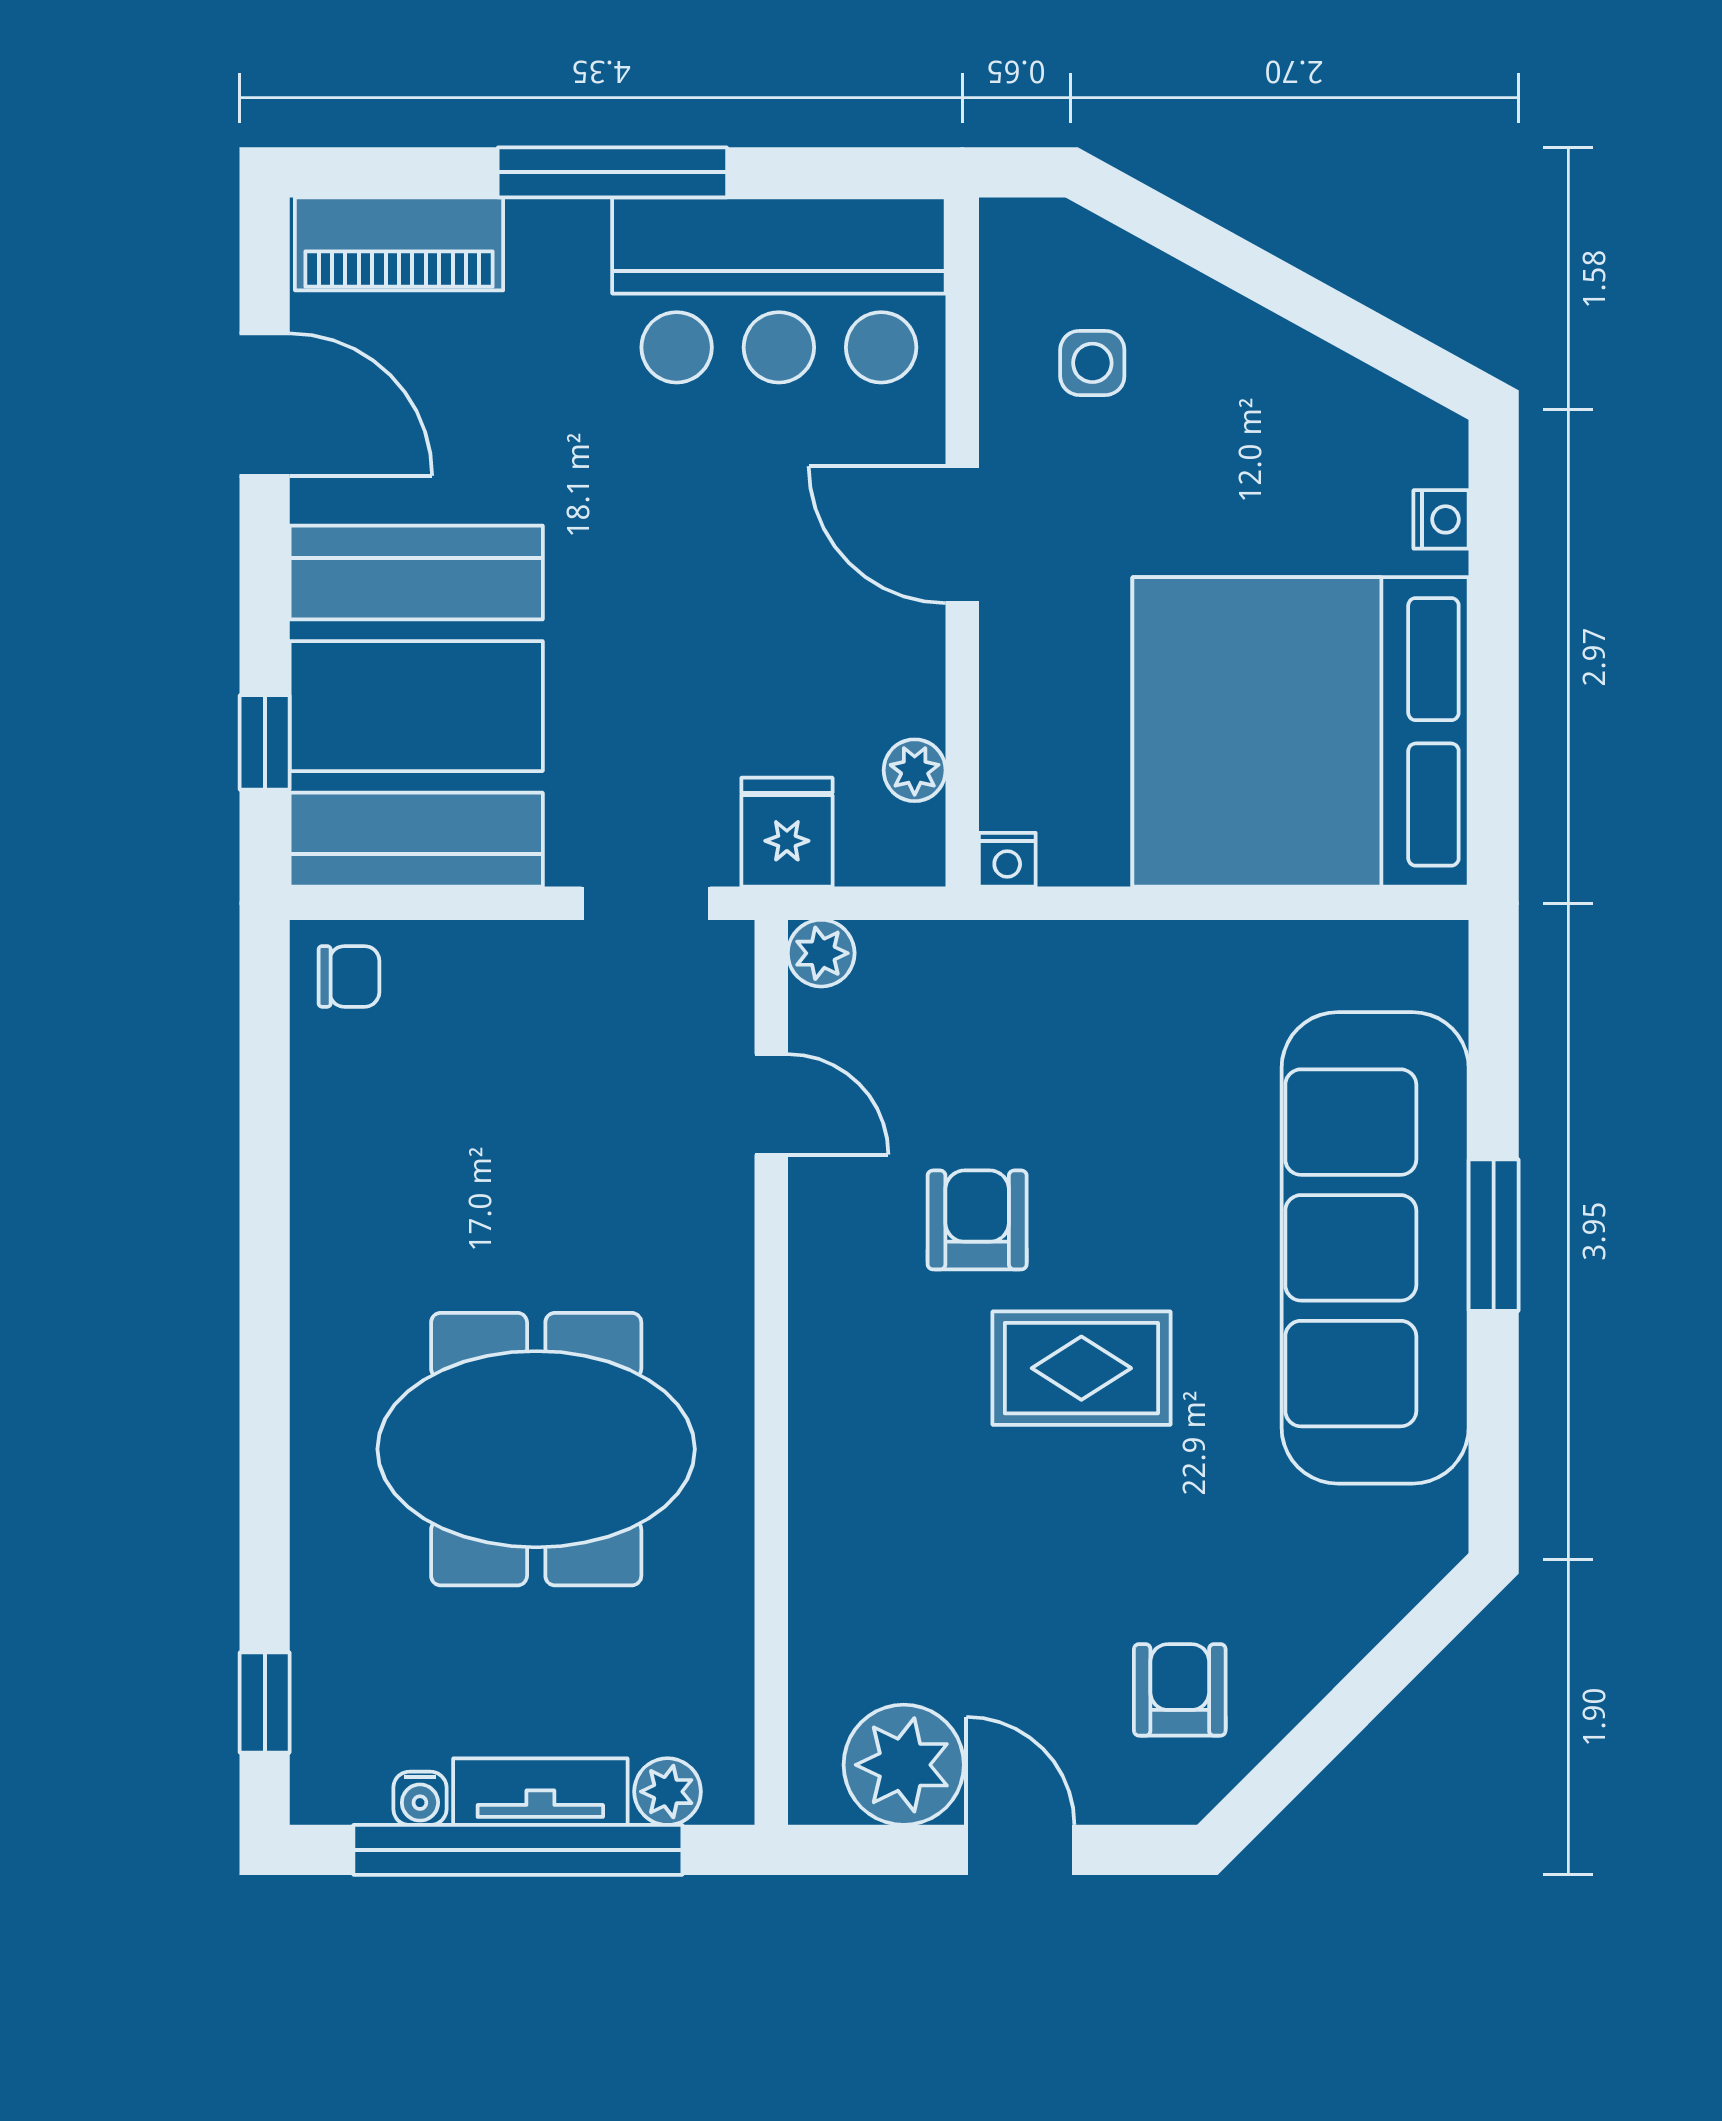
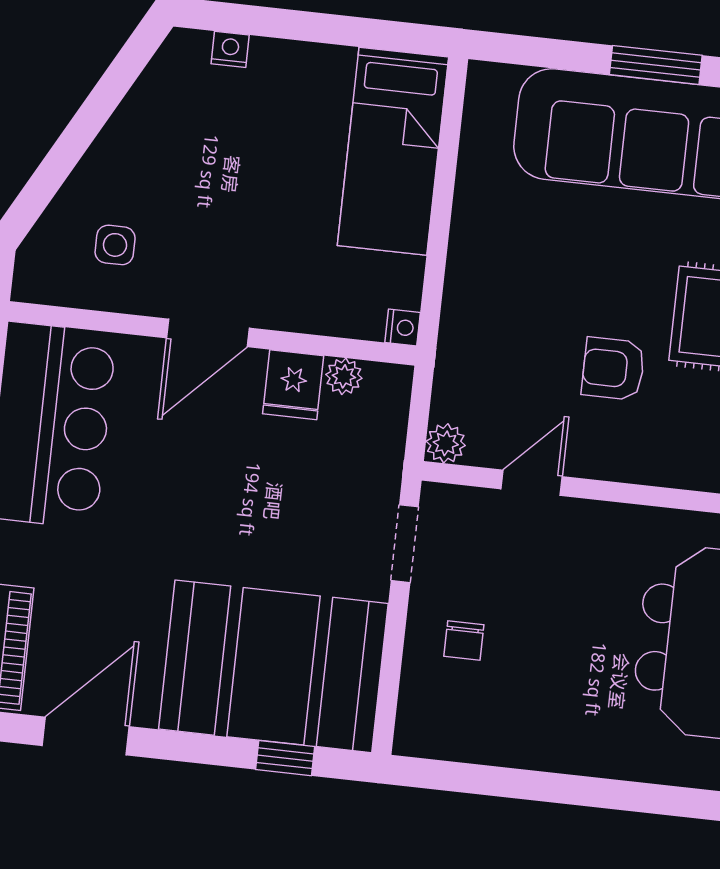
bed: (1301, 732) -> (393, 151), width x0.49
fridge: (787, 832) -> (293, 385), moved, turned -90
chair: (349, 976) -> (464, 641), moved, turned 180

